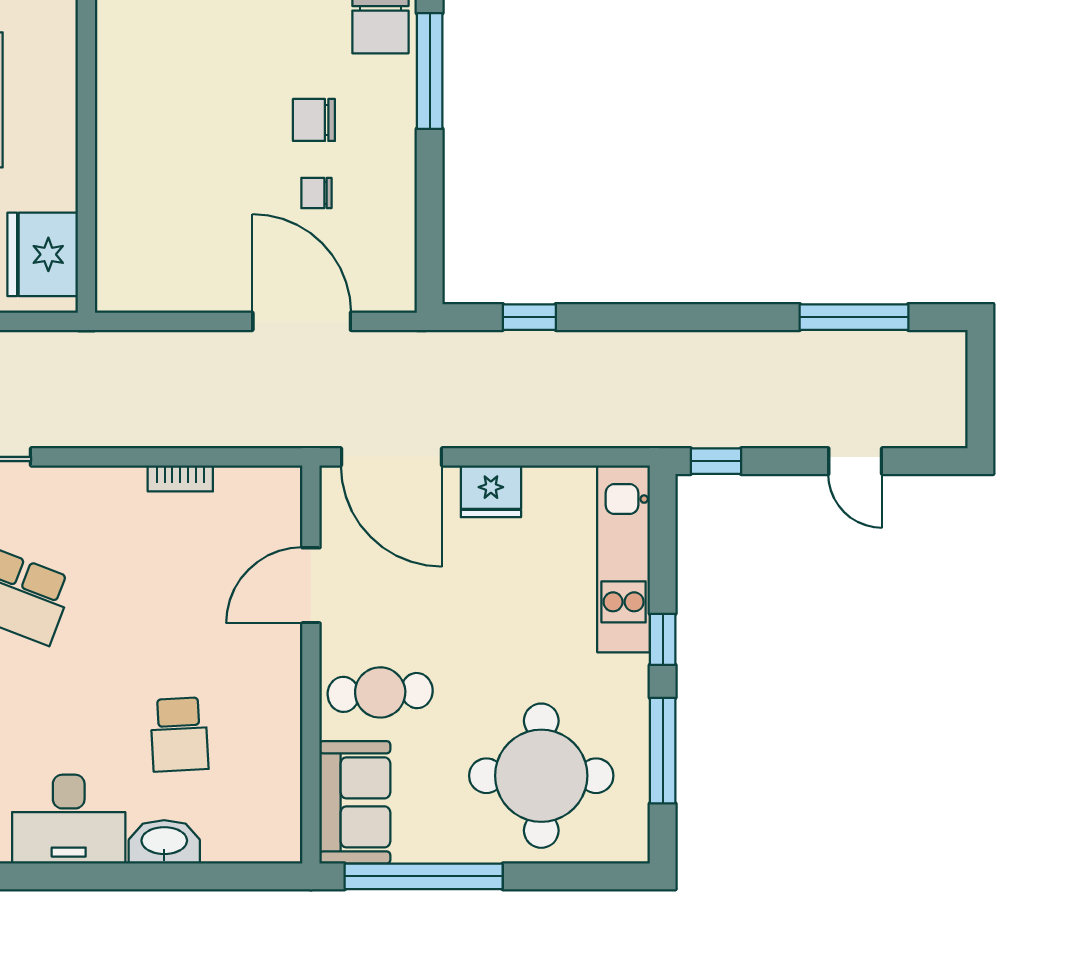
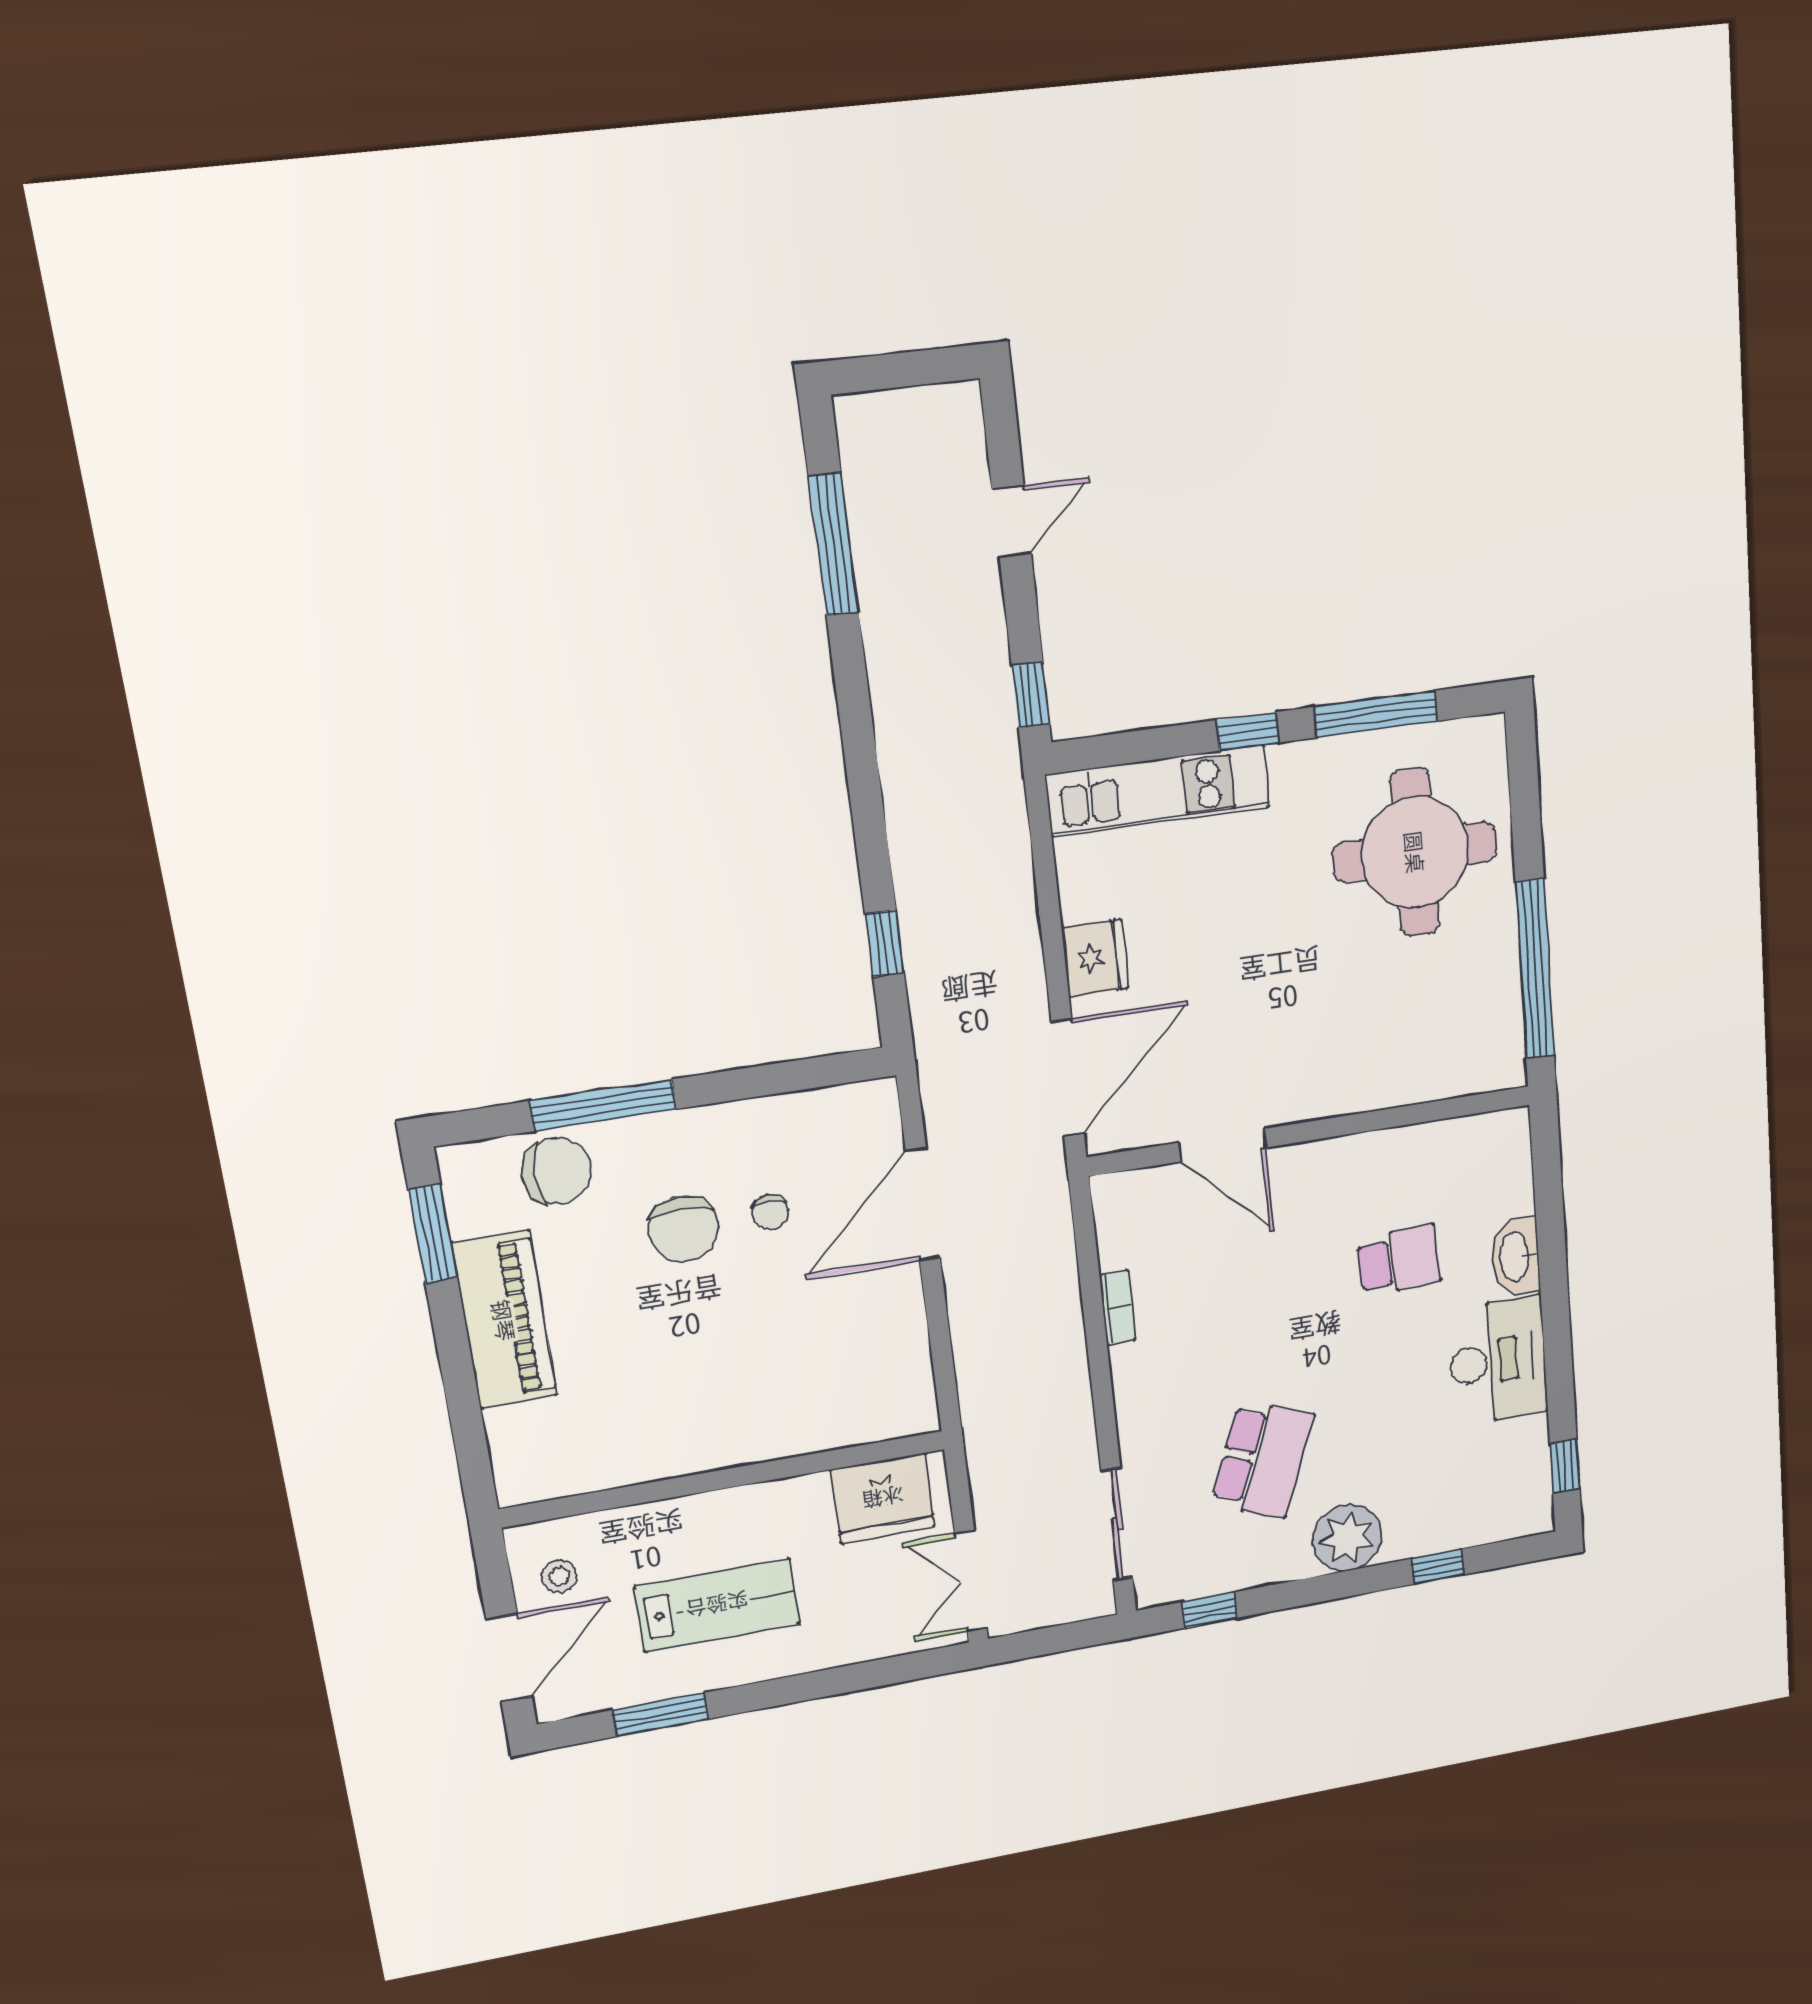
chair: (314, 120) -> (683, 1229), width x1.37, depth x1.37
cafe table: (380, 692) -> (1336, 1049), removed
sofa: (355, 802) -> (1459, 1058), removed

